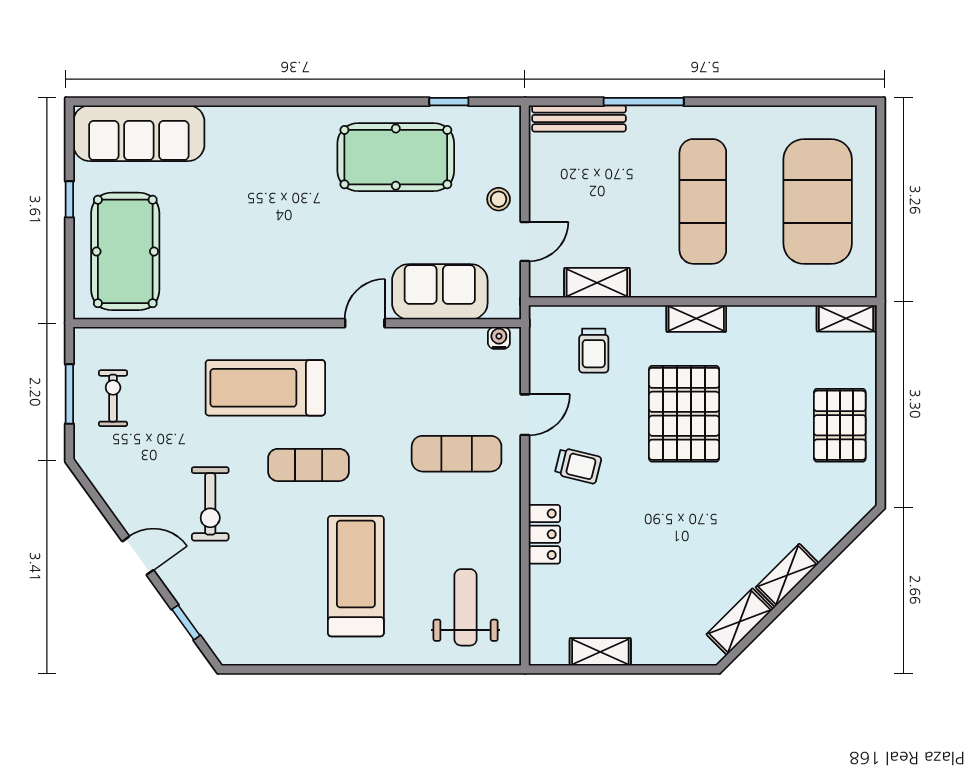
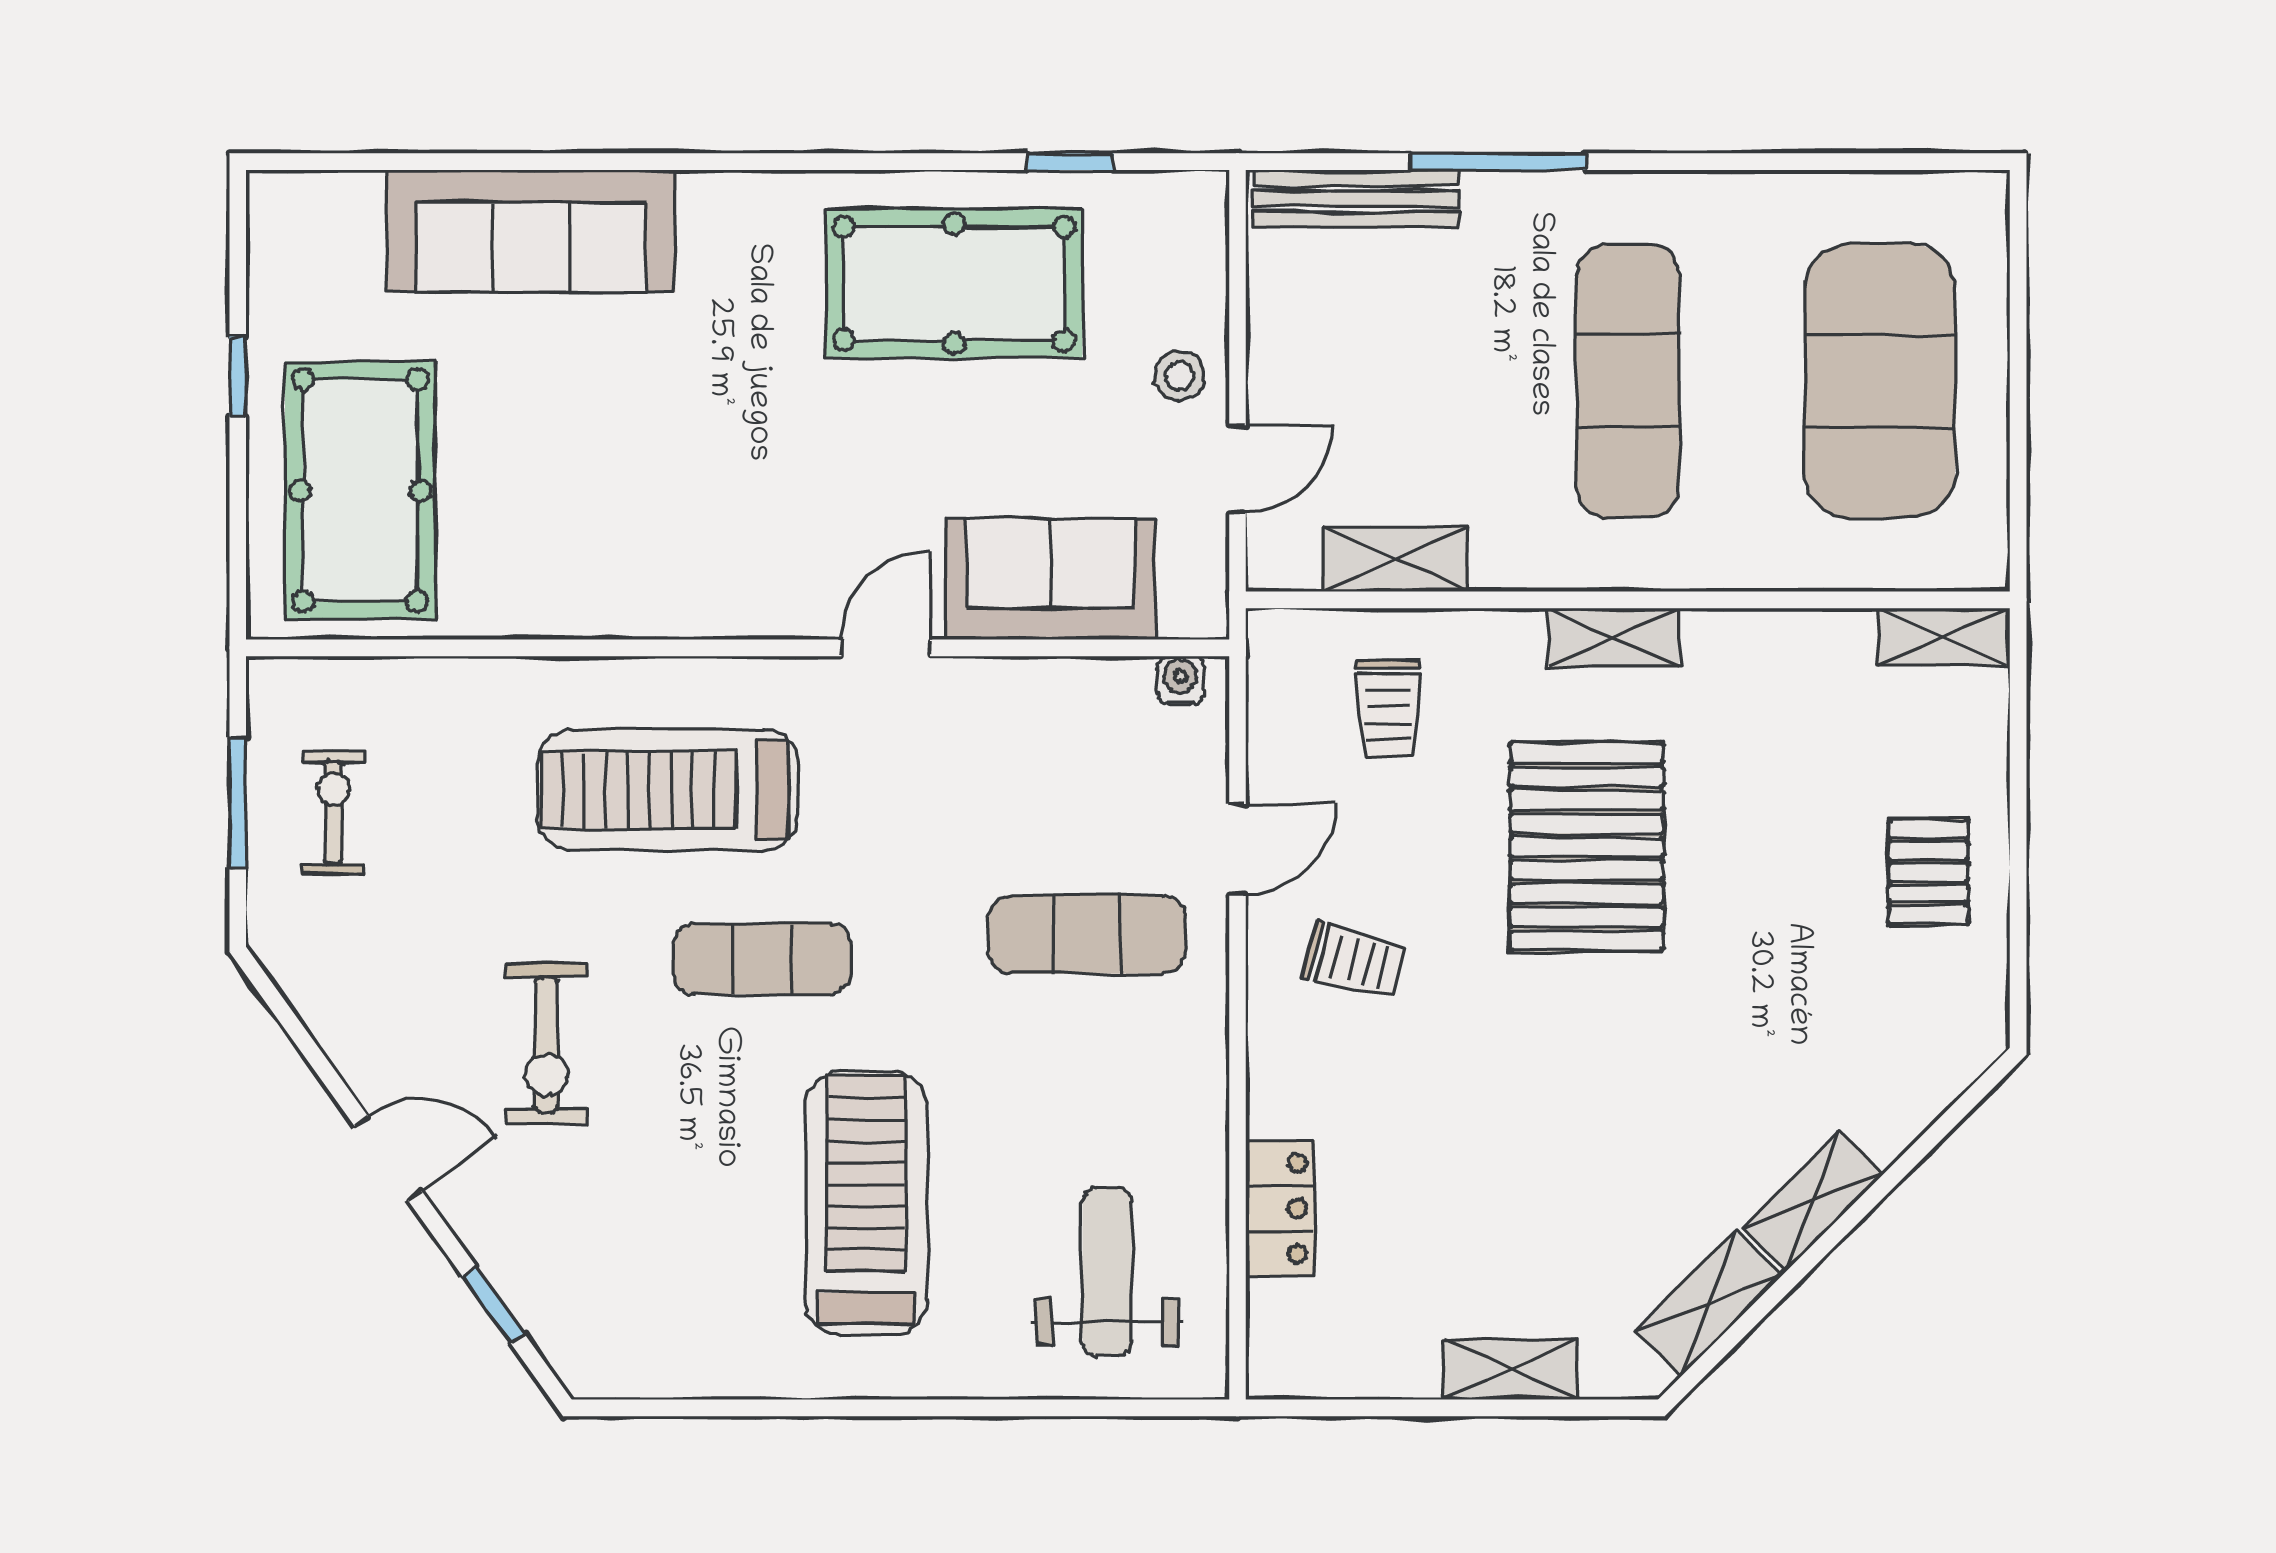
sofa: (139, 133) -> (531, 231), moved
pallet: (840, 425) -> (1928, 872), width x0.67, depth x0.71
locker: (544, 534) -> (1280, 1209), moved
shelving: (600, 652) -> (1510, 1369), moved

